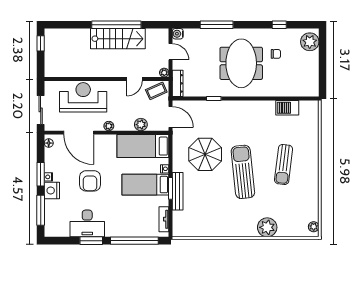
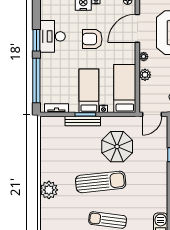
plant: (141, 125) -> (145, 75), moved
plant: (267, 227) -> (49, 190), moved

